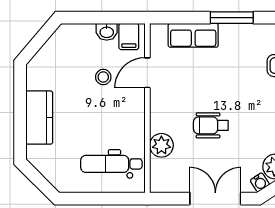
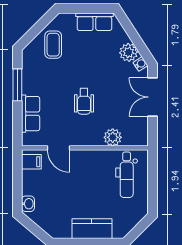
washbasin: (107, 32) -> (28, 204), moved
stool: (103, 77) -> (62, 181), removed
wheelchair: (211, 125) -> (84, 101), moved

